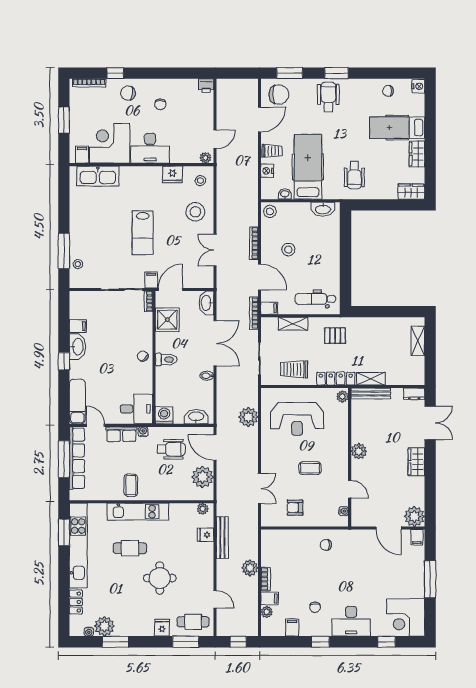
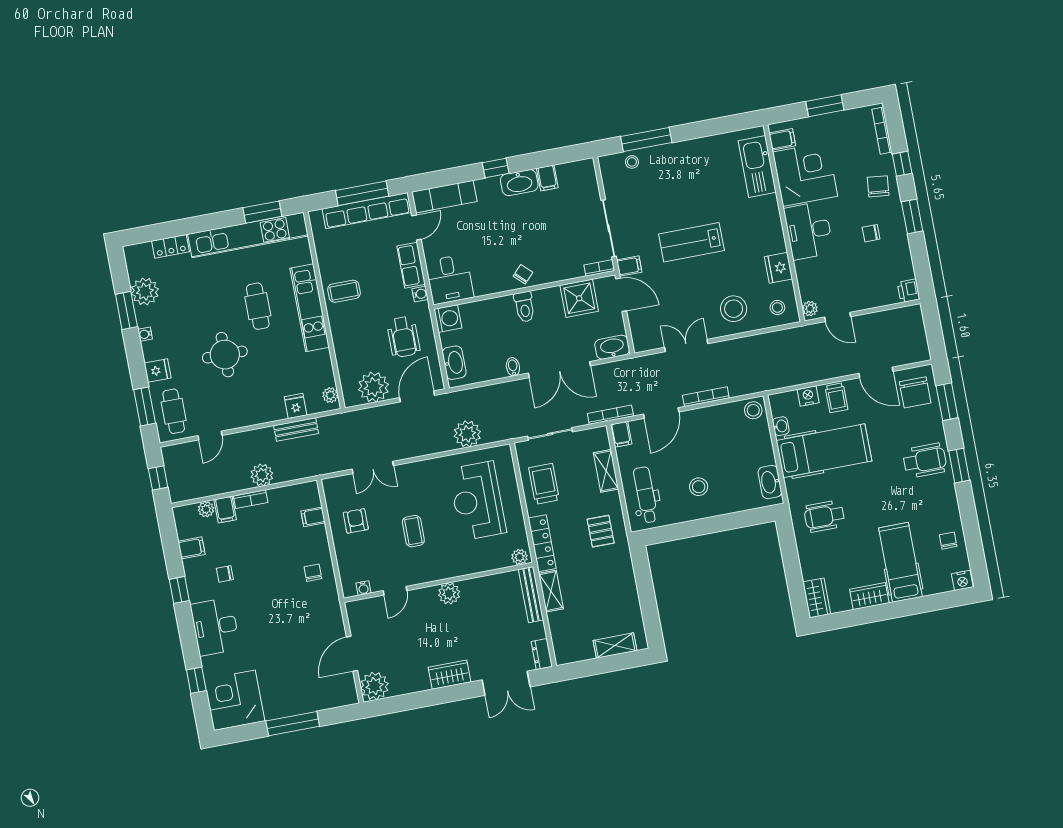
window: (154, 73) -> (912, 216), added
stool: (288, 249) -> (699, 487), moved
filing cabinet: (417, 537) -> (313, 517), moved
bench: (222, 538) -> (296, 430), width x0.73
water cooler: (89, 632) -> (145, 334), moved

